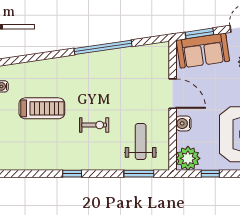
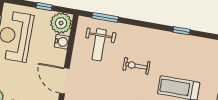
water cooler: (183, 123) -> (62, 42), moved
window: (72, 174) -> (182, 31), moved

